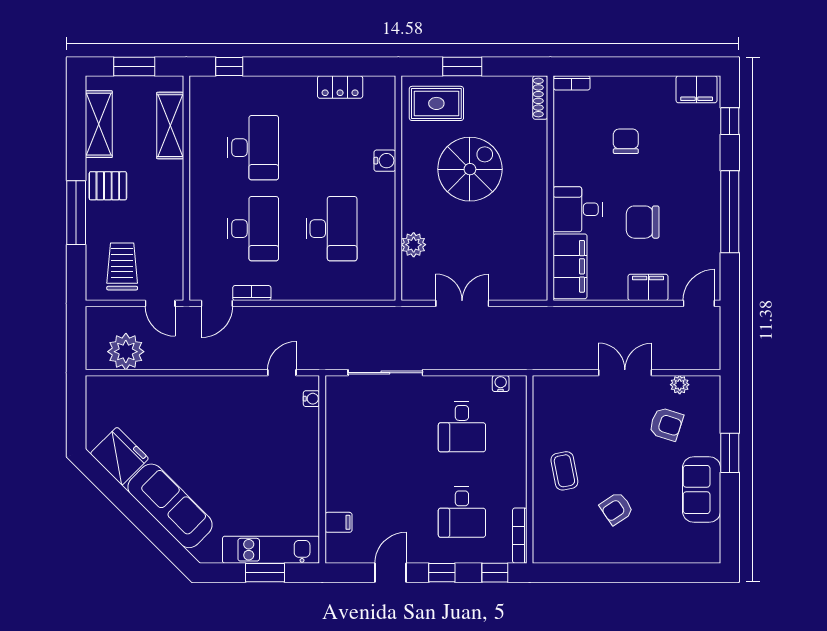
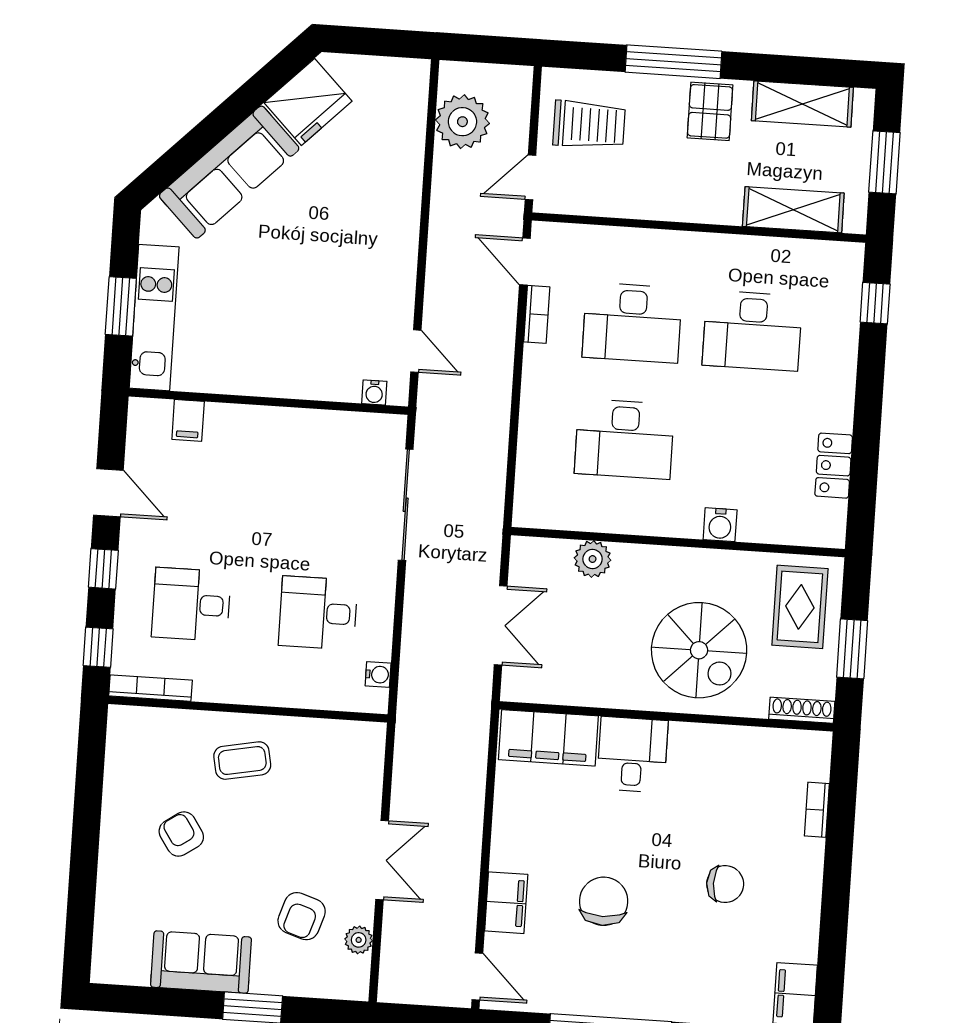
shoe rack: (540, 98) -> (802, 710), moved
wall: (550, 188) -> (666, 716), moved
desk: (578, 209) -> (632, 755), moved
filing cabinet: (570, 266) -> (548, 738), moved

